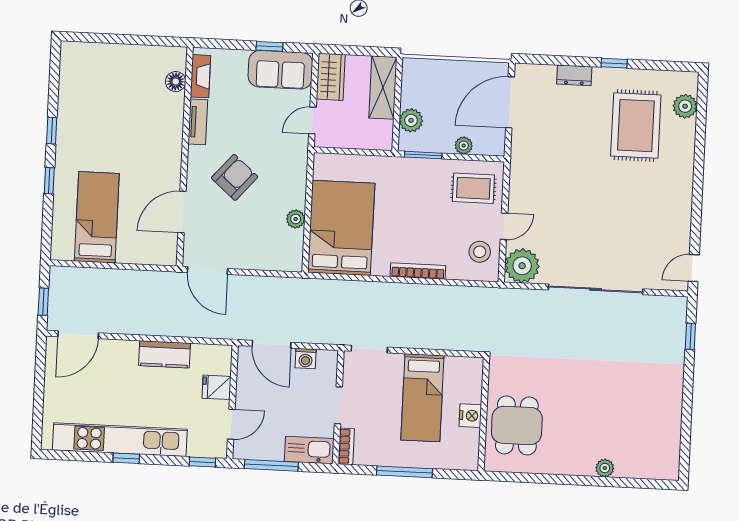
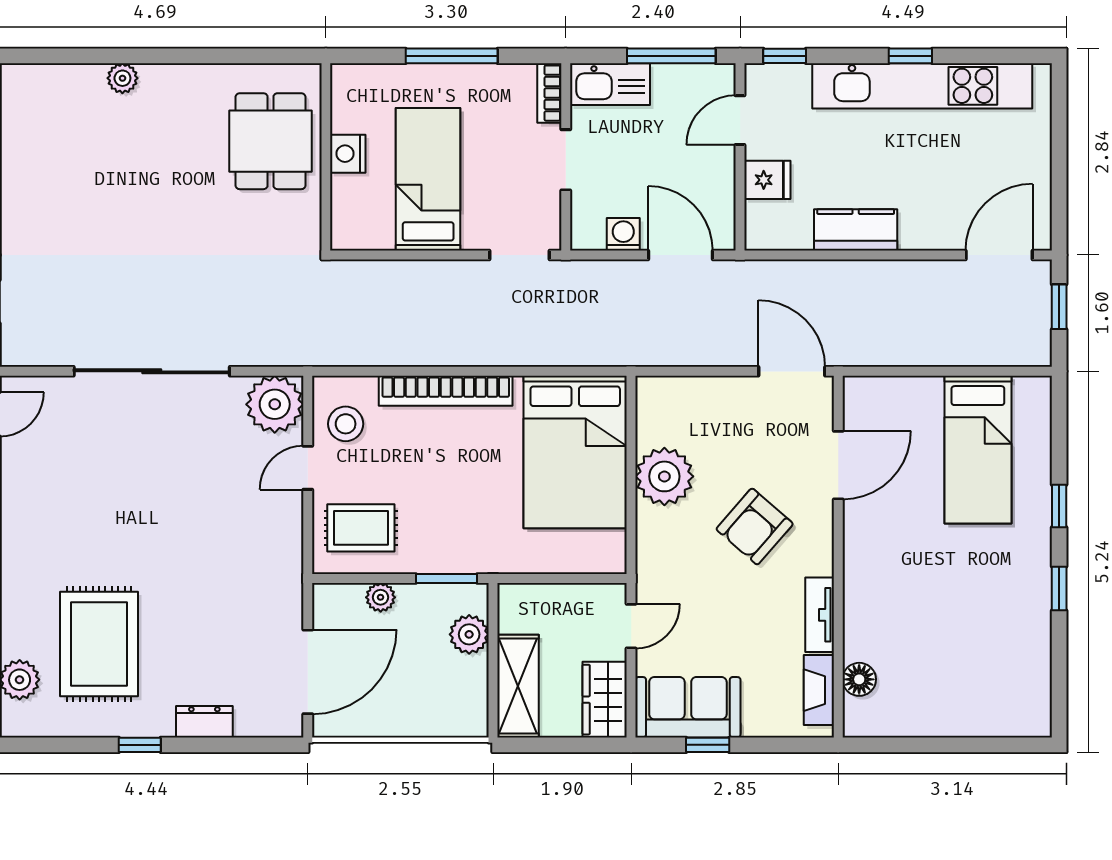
plant: (296, 219) -> (664, 476), width x1.88, depth x1.88
bookcase: (418, 271) -> (446, 391), width x1.48, depth x1.31

